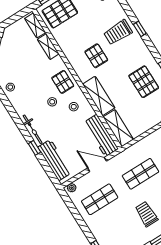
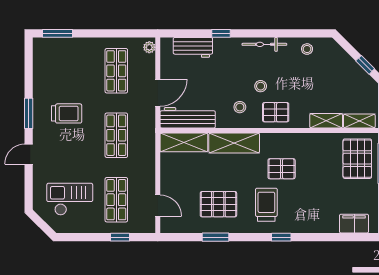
trolley: (118, 32) -> (266, 205), moved
bicycle: (33, 129) -> (264, 44), moved
workbench: (54, 160) -> (193, 47), width x0.73

